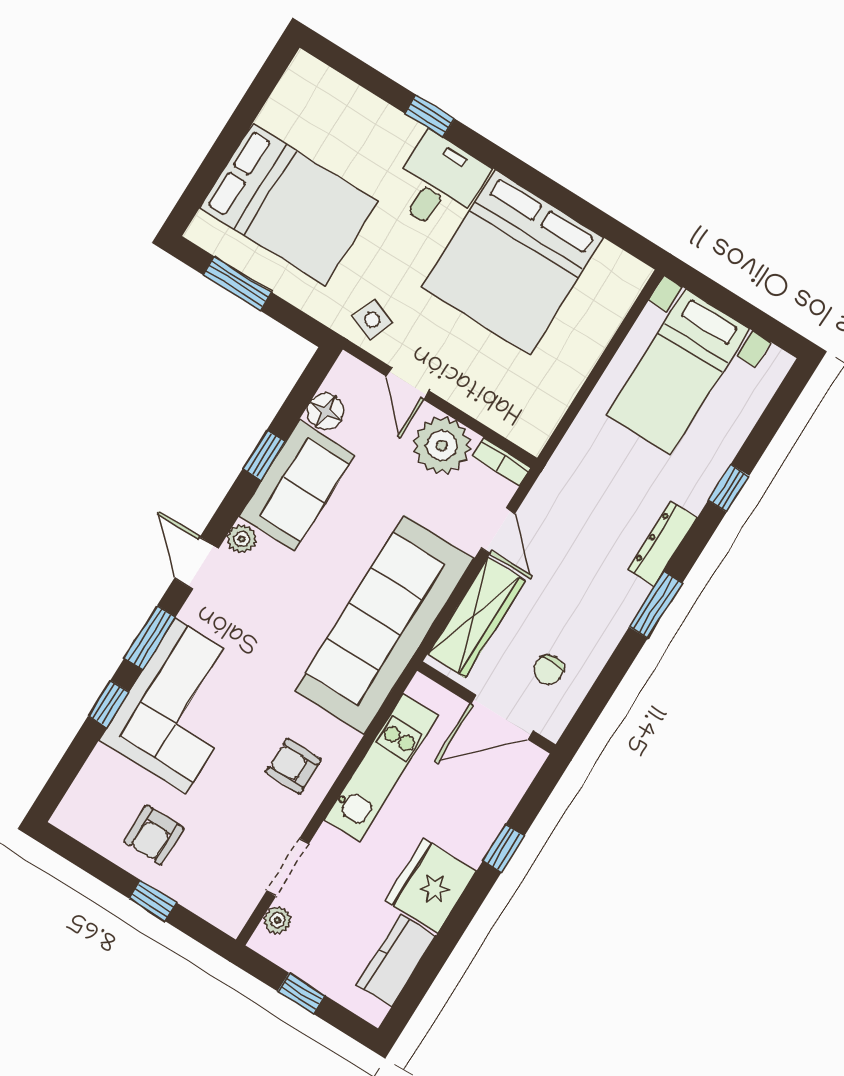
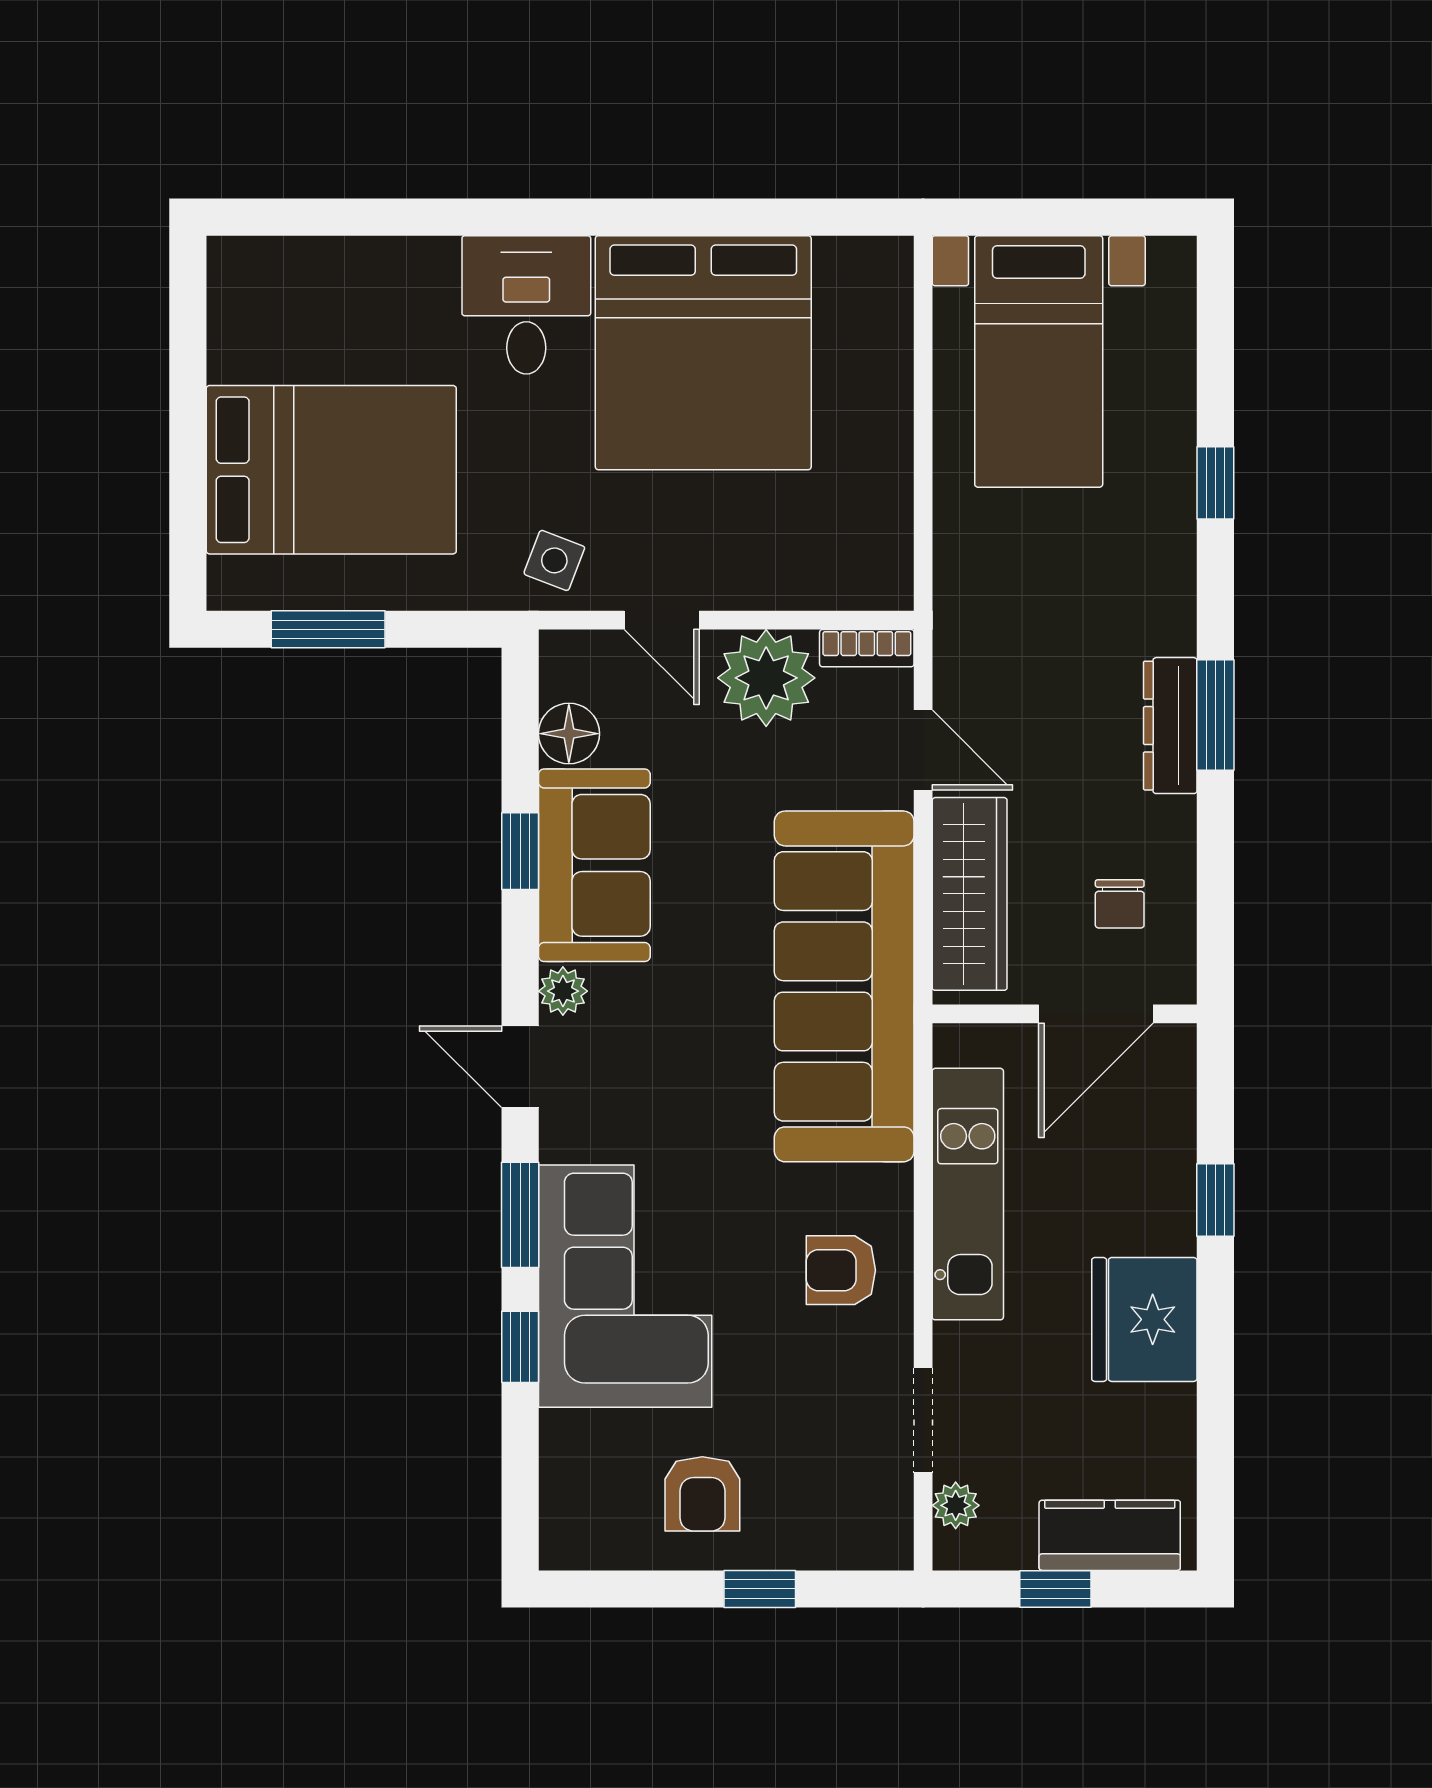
window: (430, 116) -> (454, 217), removed
dresser: (663, 544) -> (1170, 726), moved
kitchen counter: (396, 960) -> (1110, 1535), moved, turned 90

